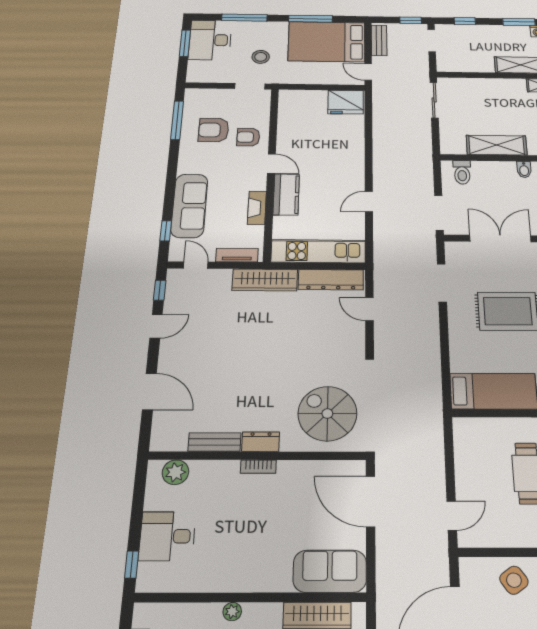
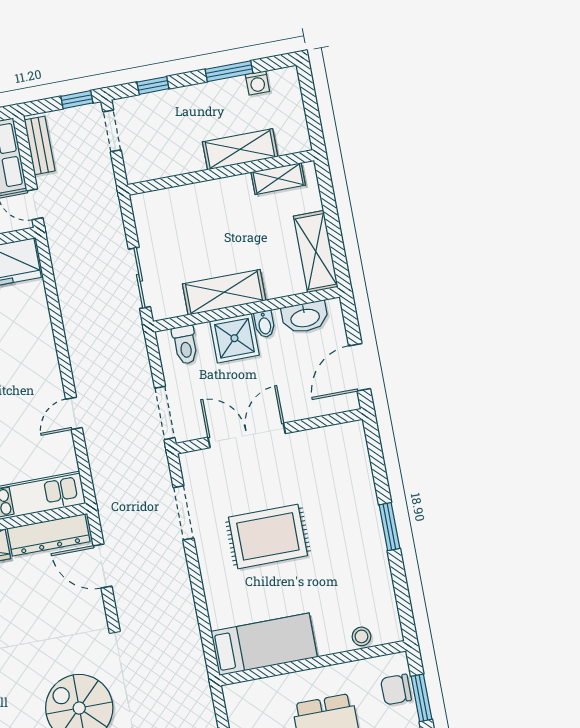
sliding door: (434, 100) -> (139, 278), moved
shower: (500, 174) -> (234, 338), added
door: (369, 309) -> (102, 566), width x1.38

